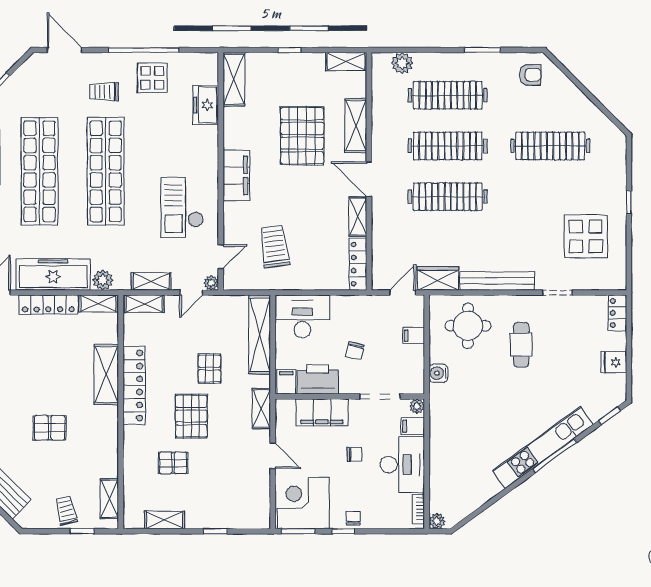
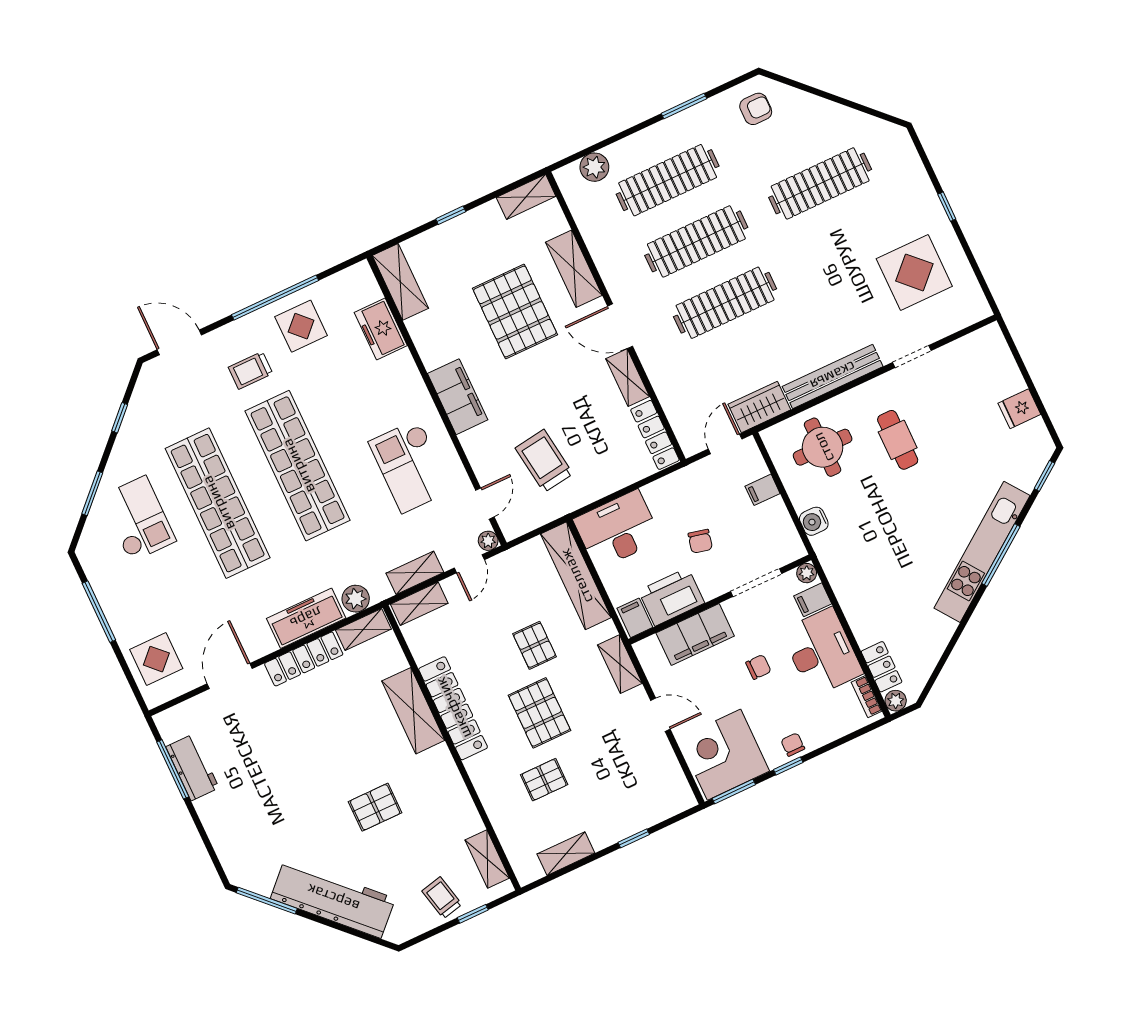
freezer: (53, 274) -> (306, 618), width x0.73, depth x0.79
locker: (617, 313) -> (882, 667), moved, turned 180

